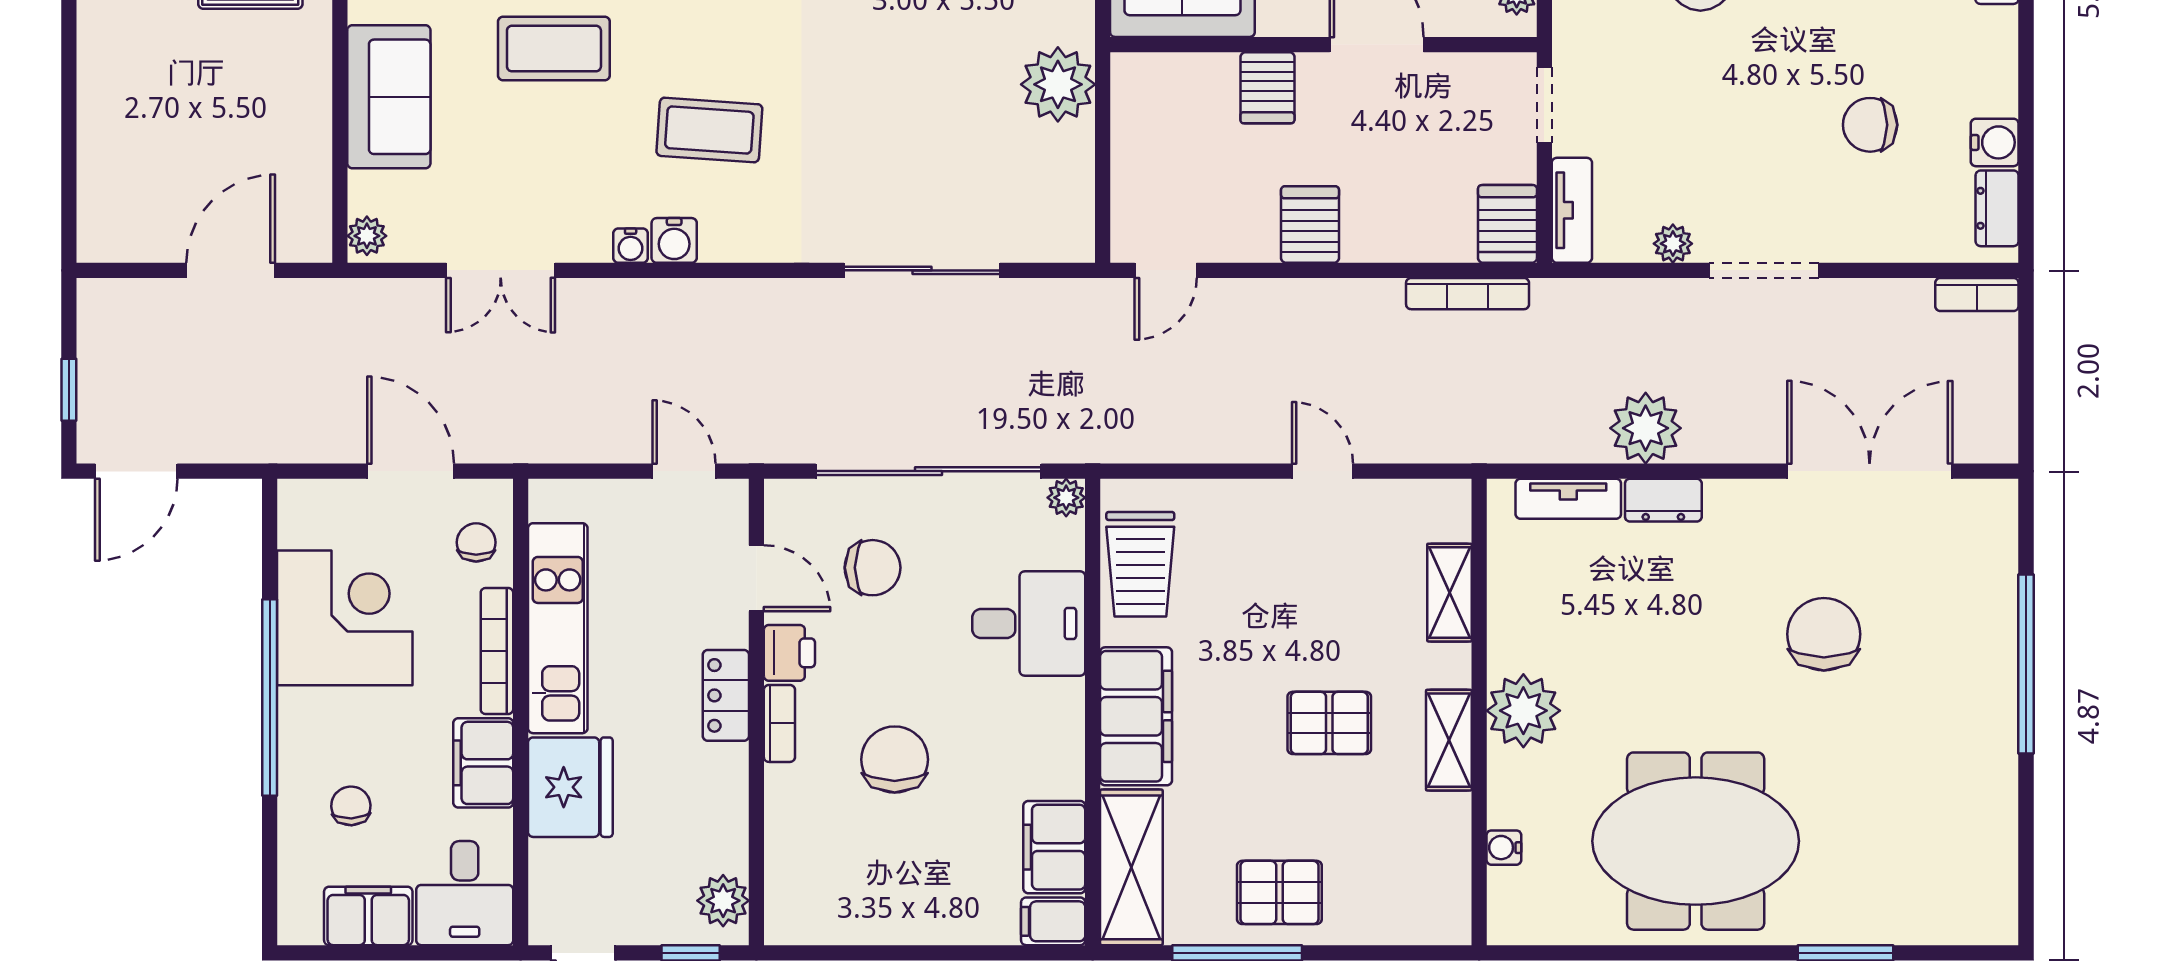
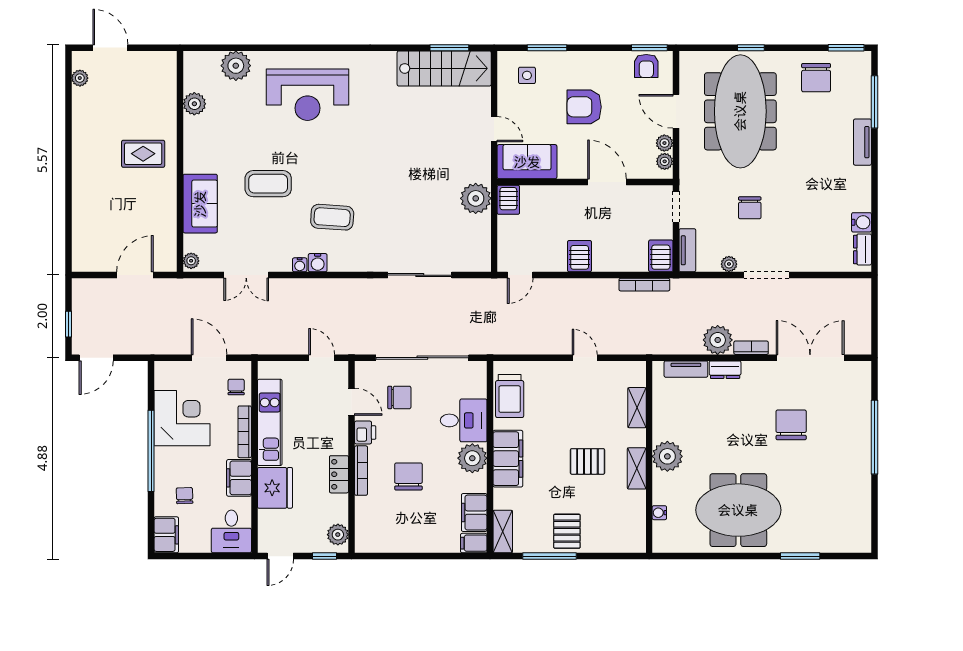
server rack: (1267, 88) -> (508, 200), moved
chair: (1870, 125) -> (750, 208), moved, turned -90
bookcase: (1977, 295) -> (751, 348), moved, turned 180
plant: (1066, 498) -> (472, 458), moved, width x1.88, depth x1.88
locker: (726, 695) -> (339, 474), moved
bookcase: (779, 723) -> (361, 471), width x1.56
shelving: (1131, 867) -> (503, 532), width x0.67, depth x0.75
pallet: (1279, 892) -> (567, 531), turned 90
filing cabinet: (368, 916) -> (166, 535), moved, turned 90

